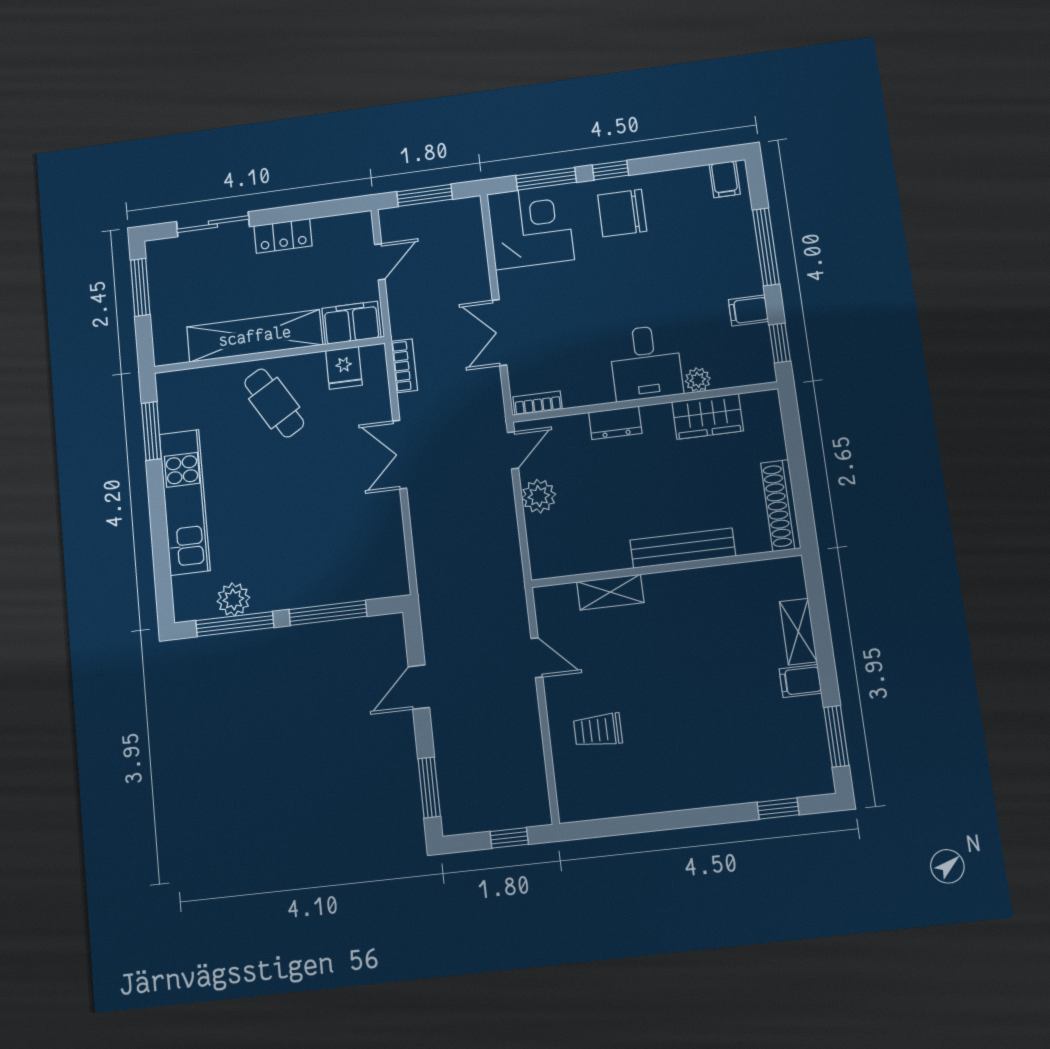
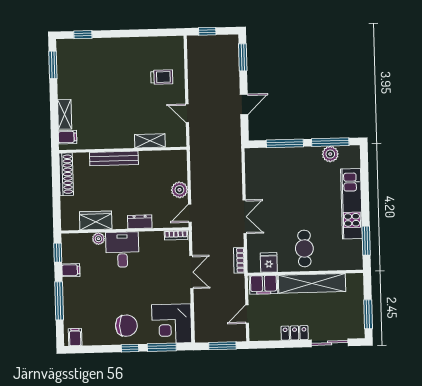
cafe table: (274, 403) -> (304, 248), turned 31
filing cabinet: (800, 681) -> (68, 137), moved

